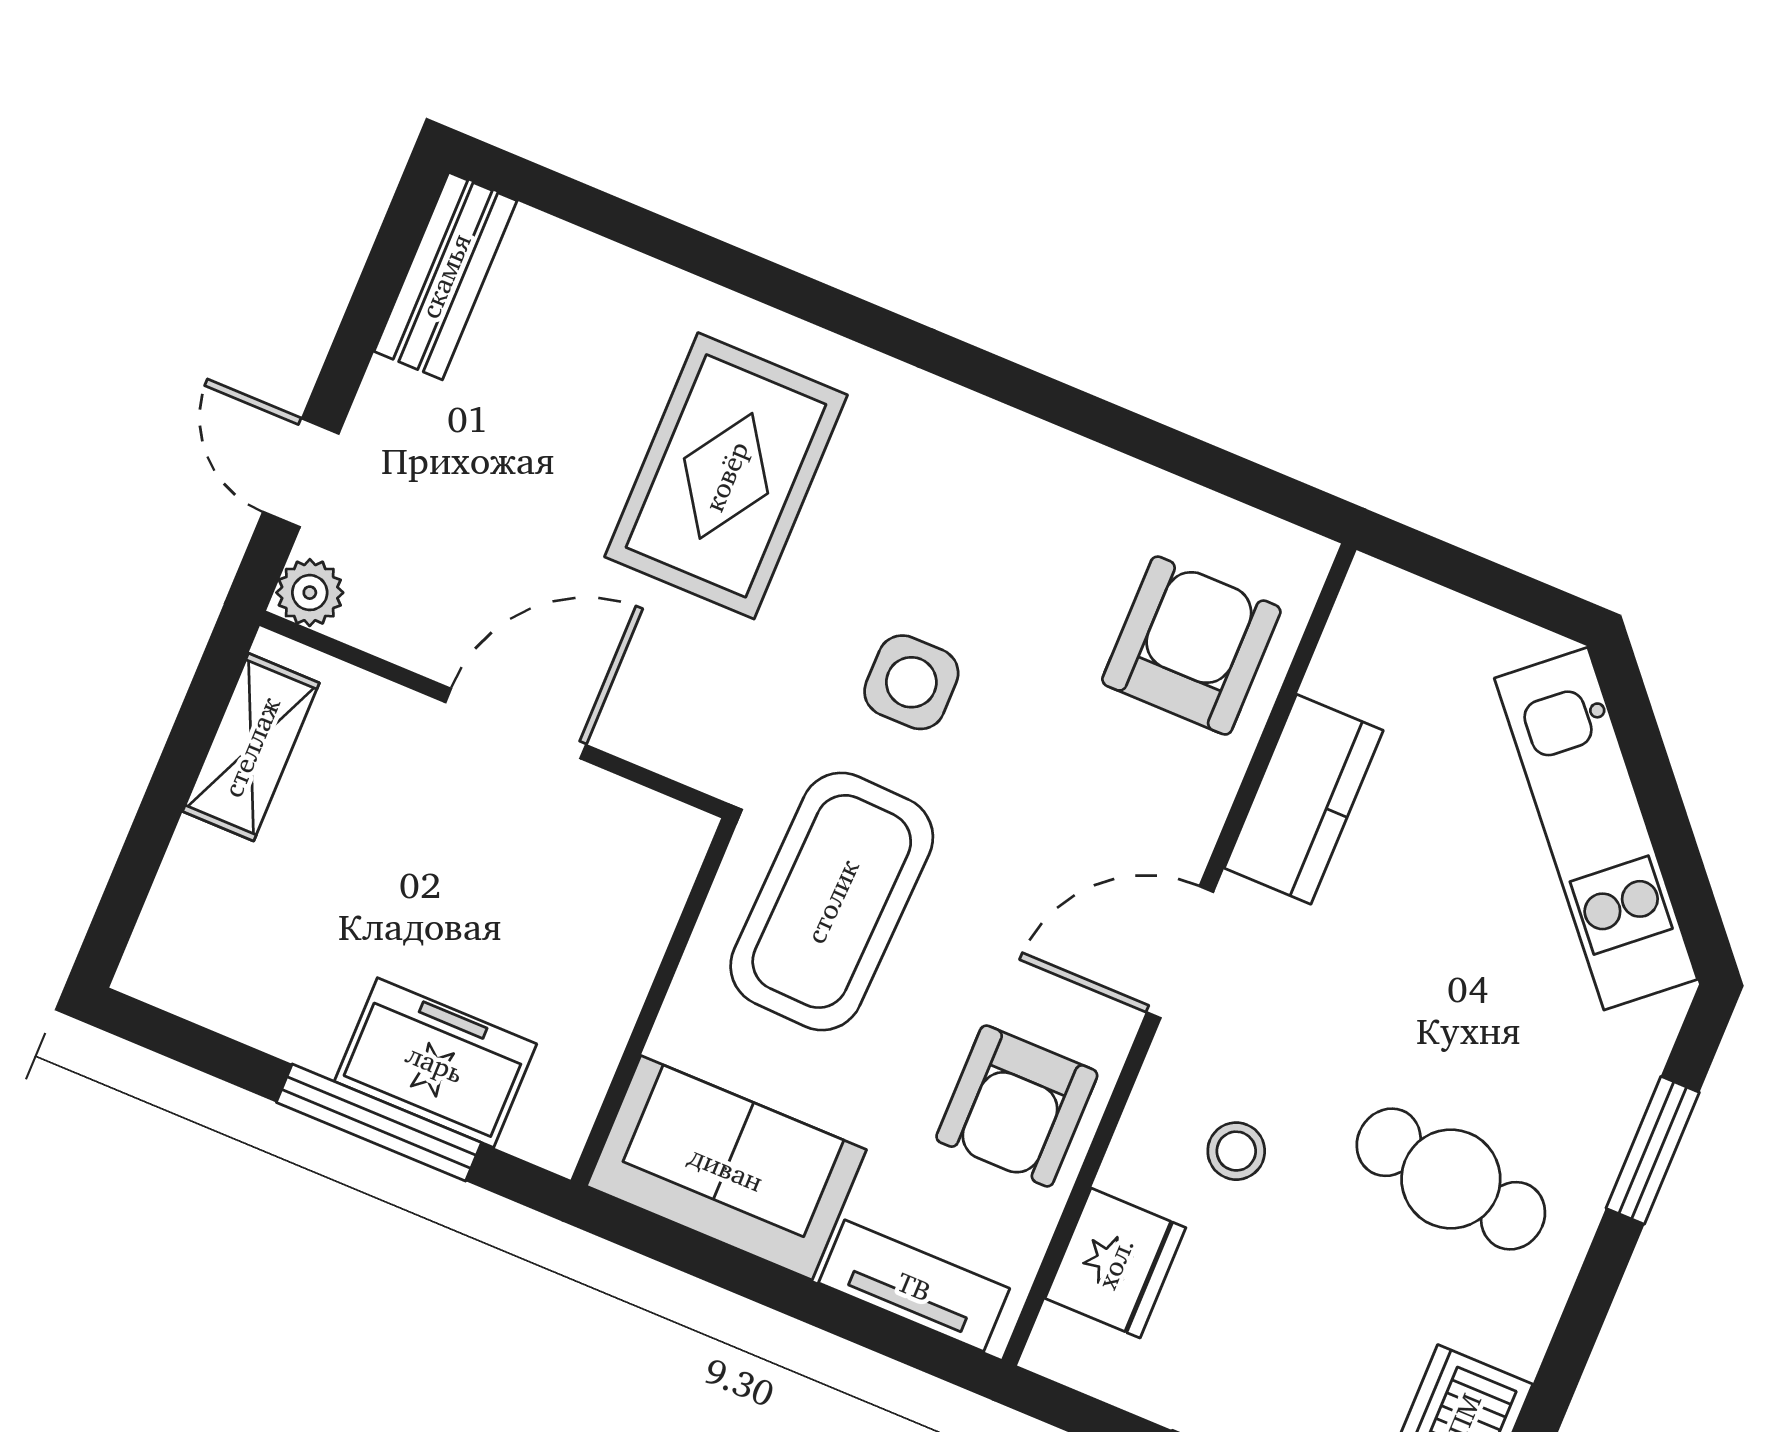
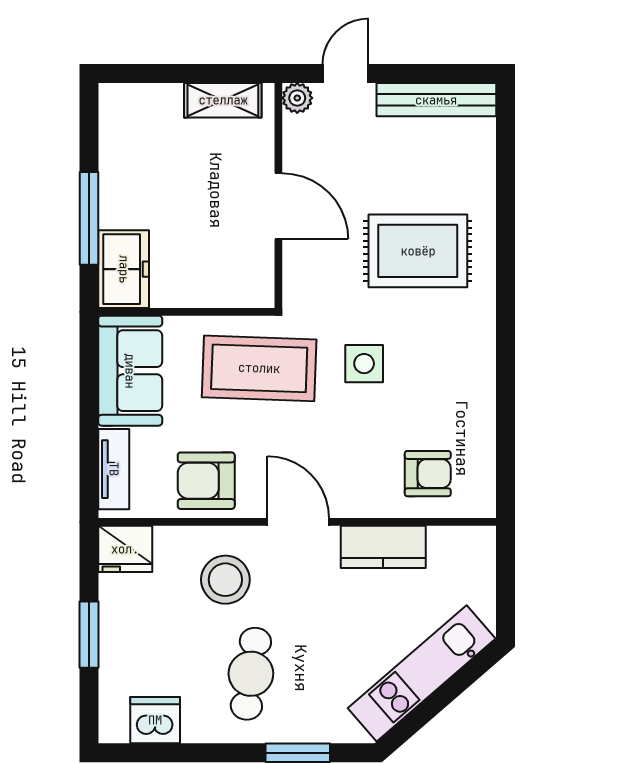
bench: (445, 276) -> (436, 100), width x1.36
armchair: (1191, 646) -> (428, 474), width x0.72, depth x0.72
freezer: (435, 1063) -> (124, 269), moved
stool: (1236, 1151) -> (225, 580), width x1.89, depth x1.89
fridge: (1115, 1263) -> (125, 549), moved

